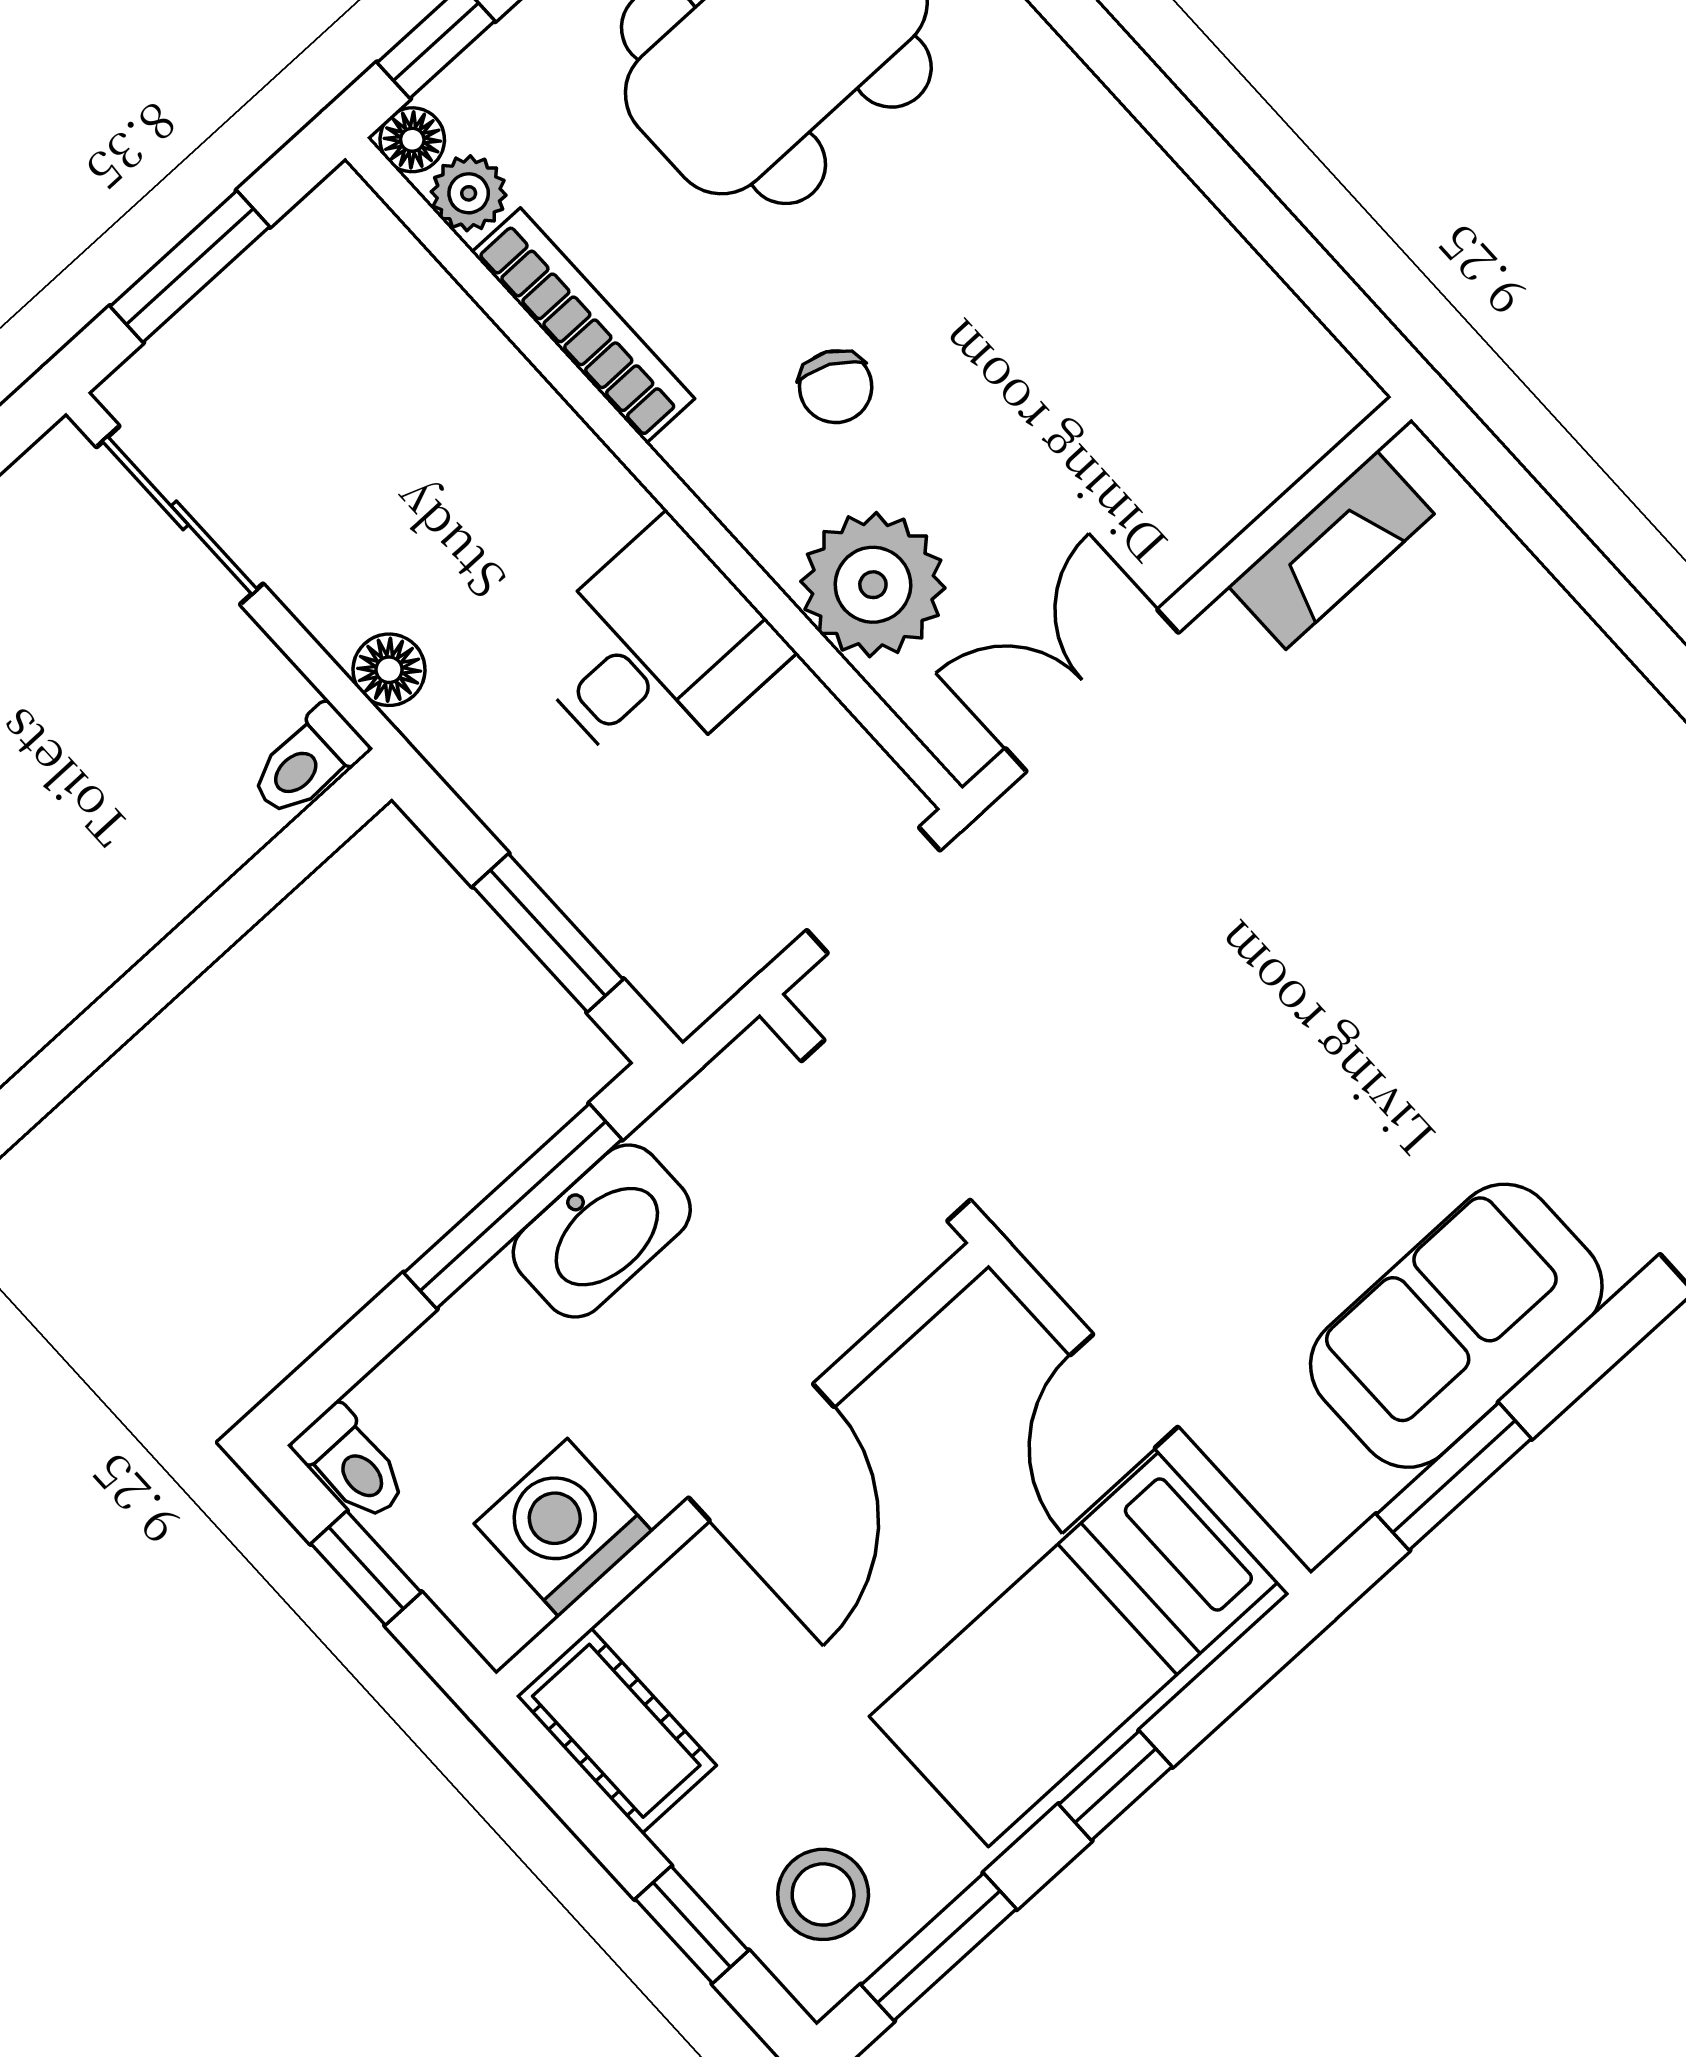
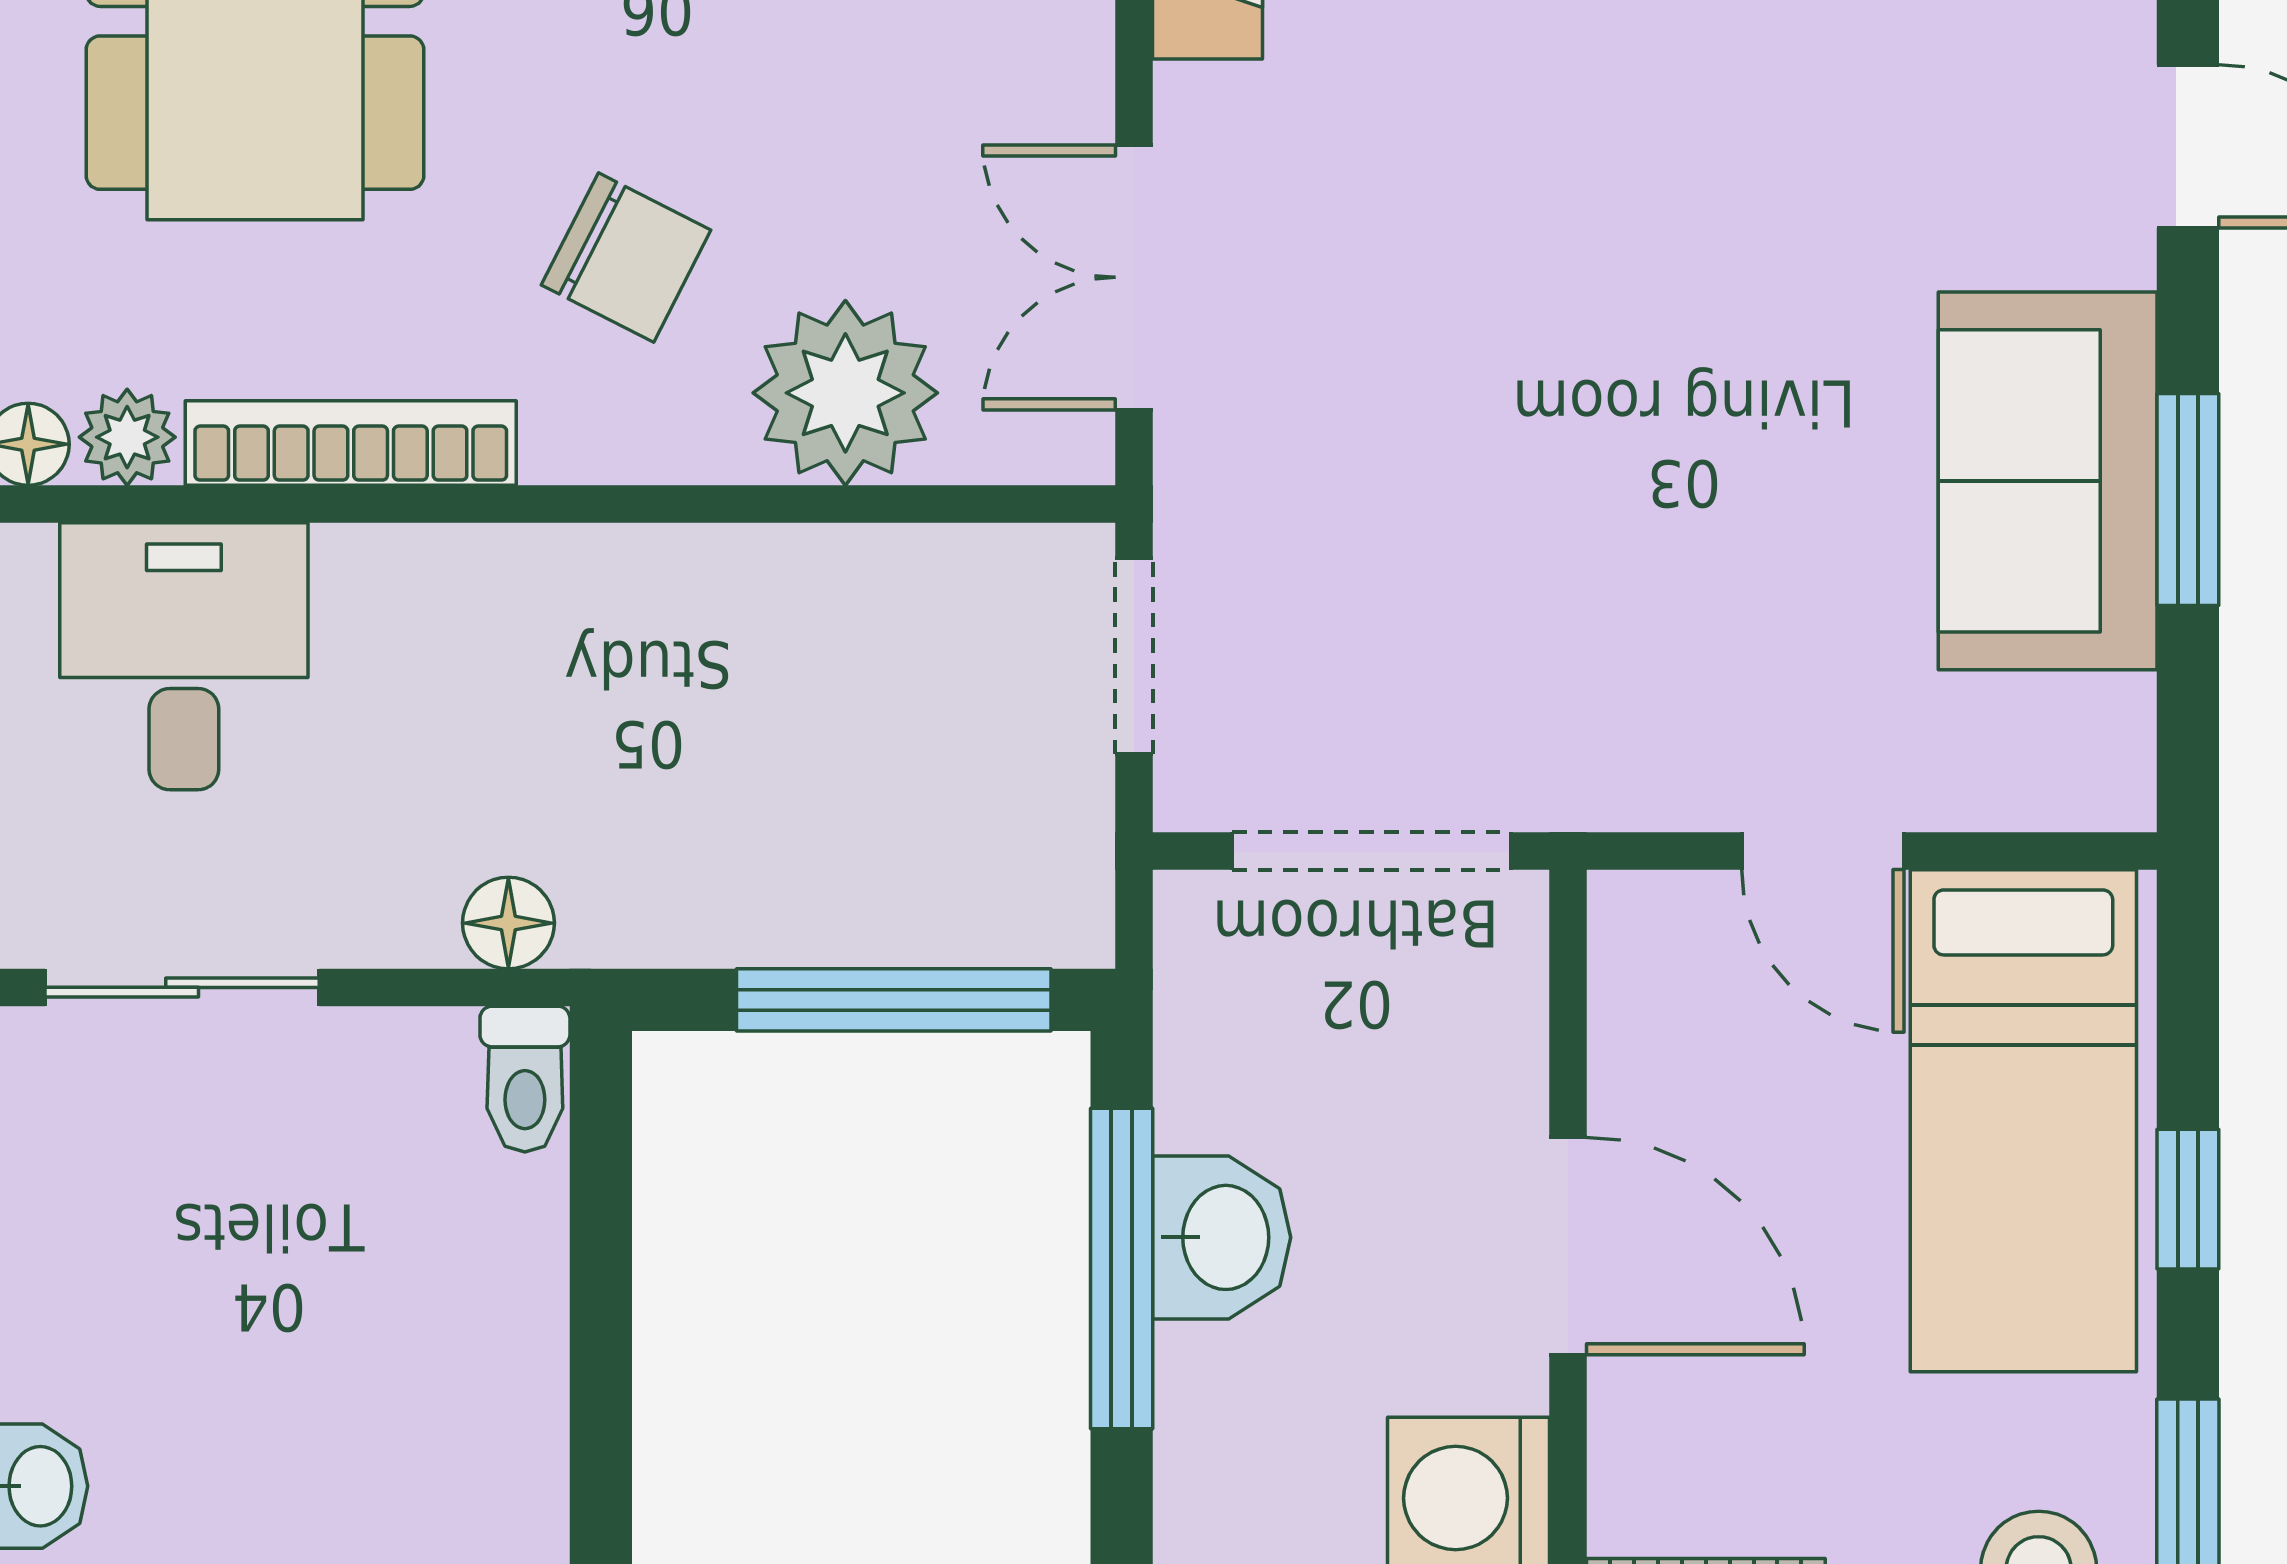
chair: (836, 387) -> (626, 257), width x1.37, depth x1.37
desk: (655, 651) -> (184, 656), moved
window: (548, 933) -> (894, 1000), width x1.44
washbasin: (602, 1231) -> (1222, 1237), width x0.72
window: (1454, 1476) -> (2188, 500), moved

